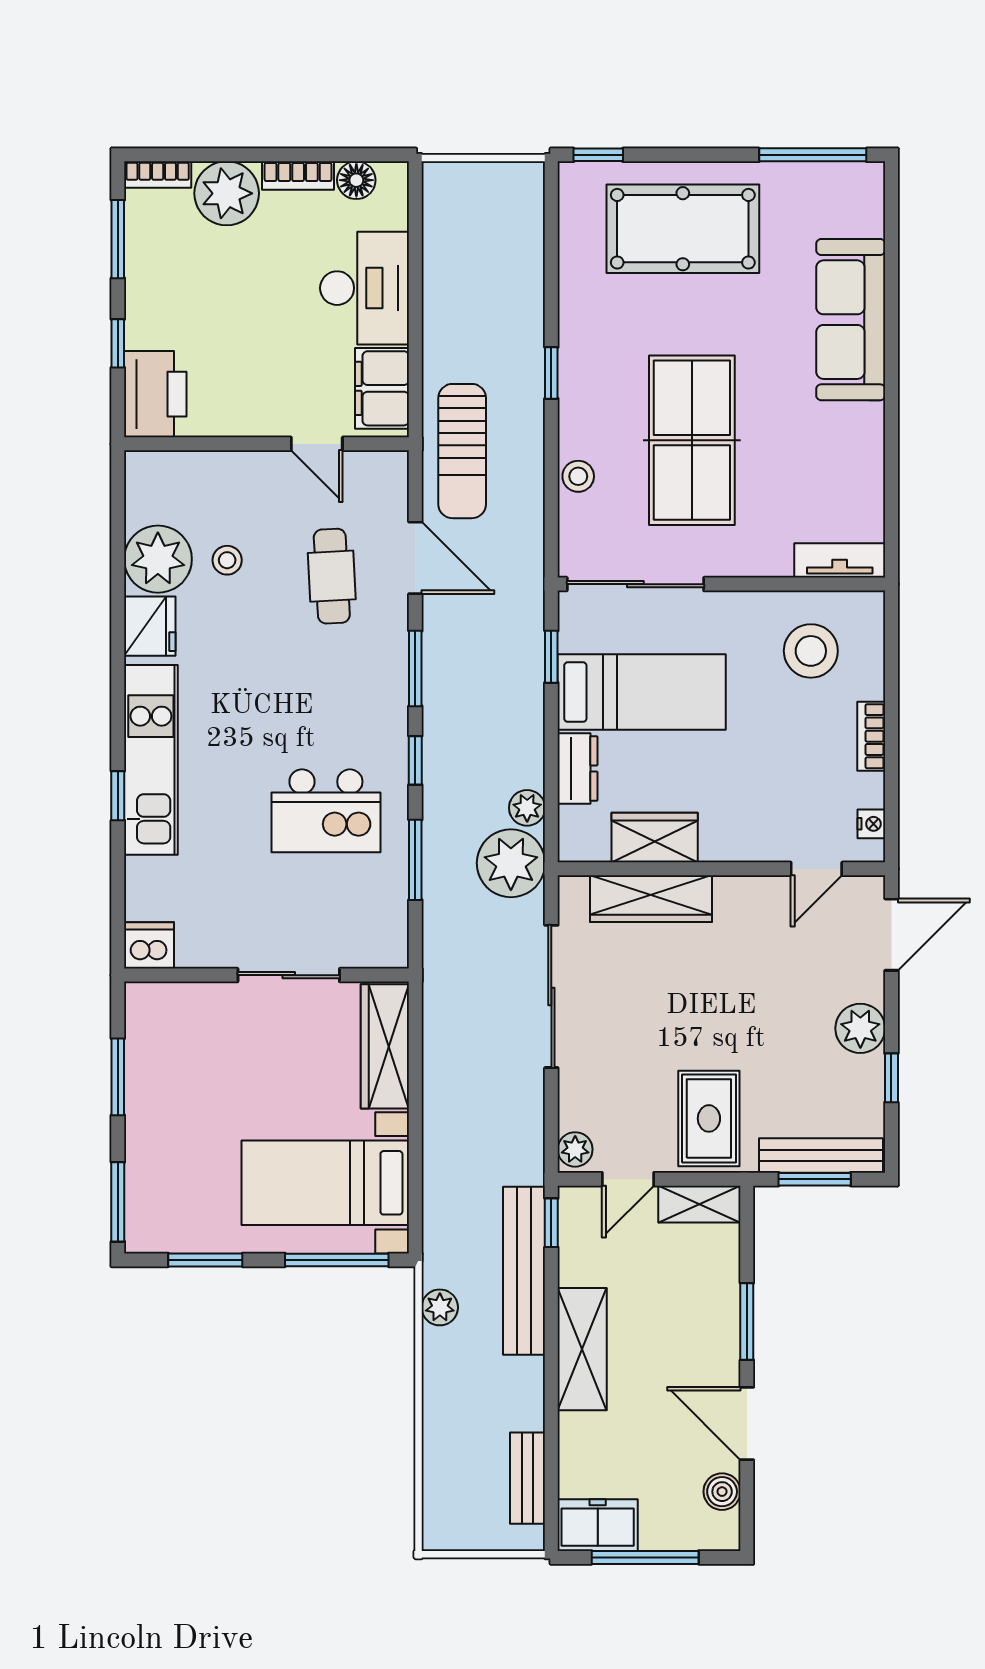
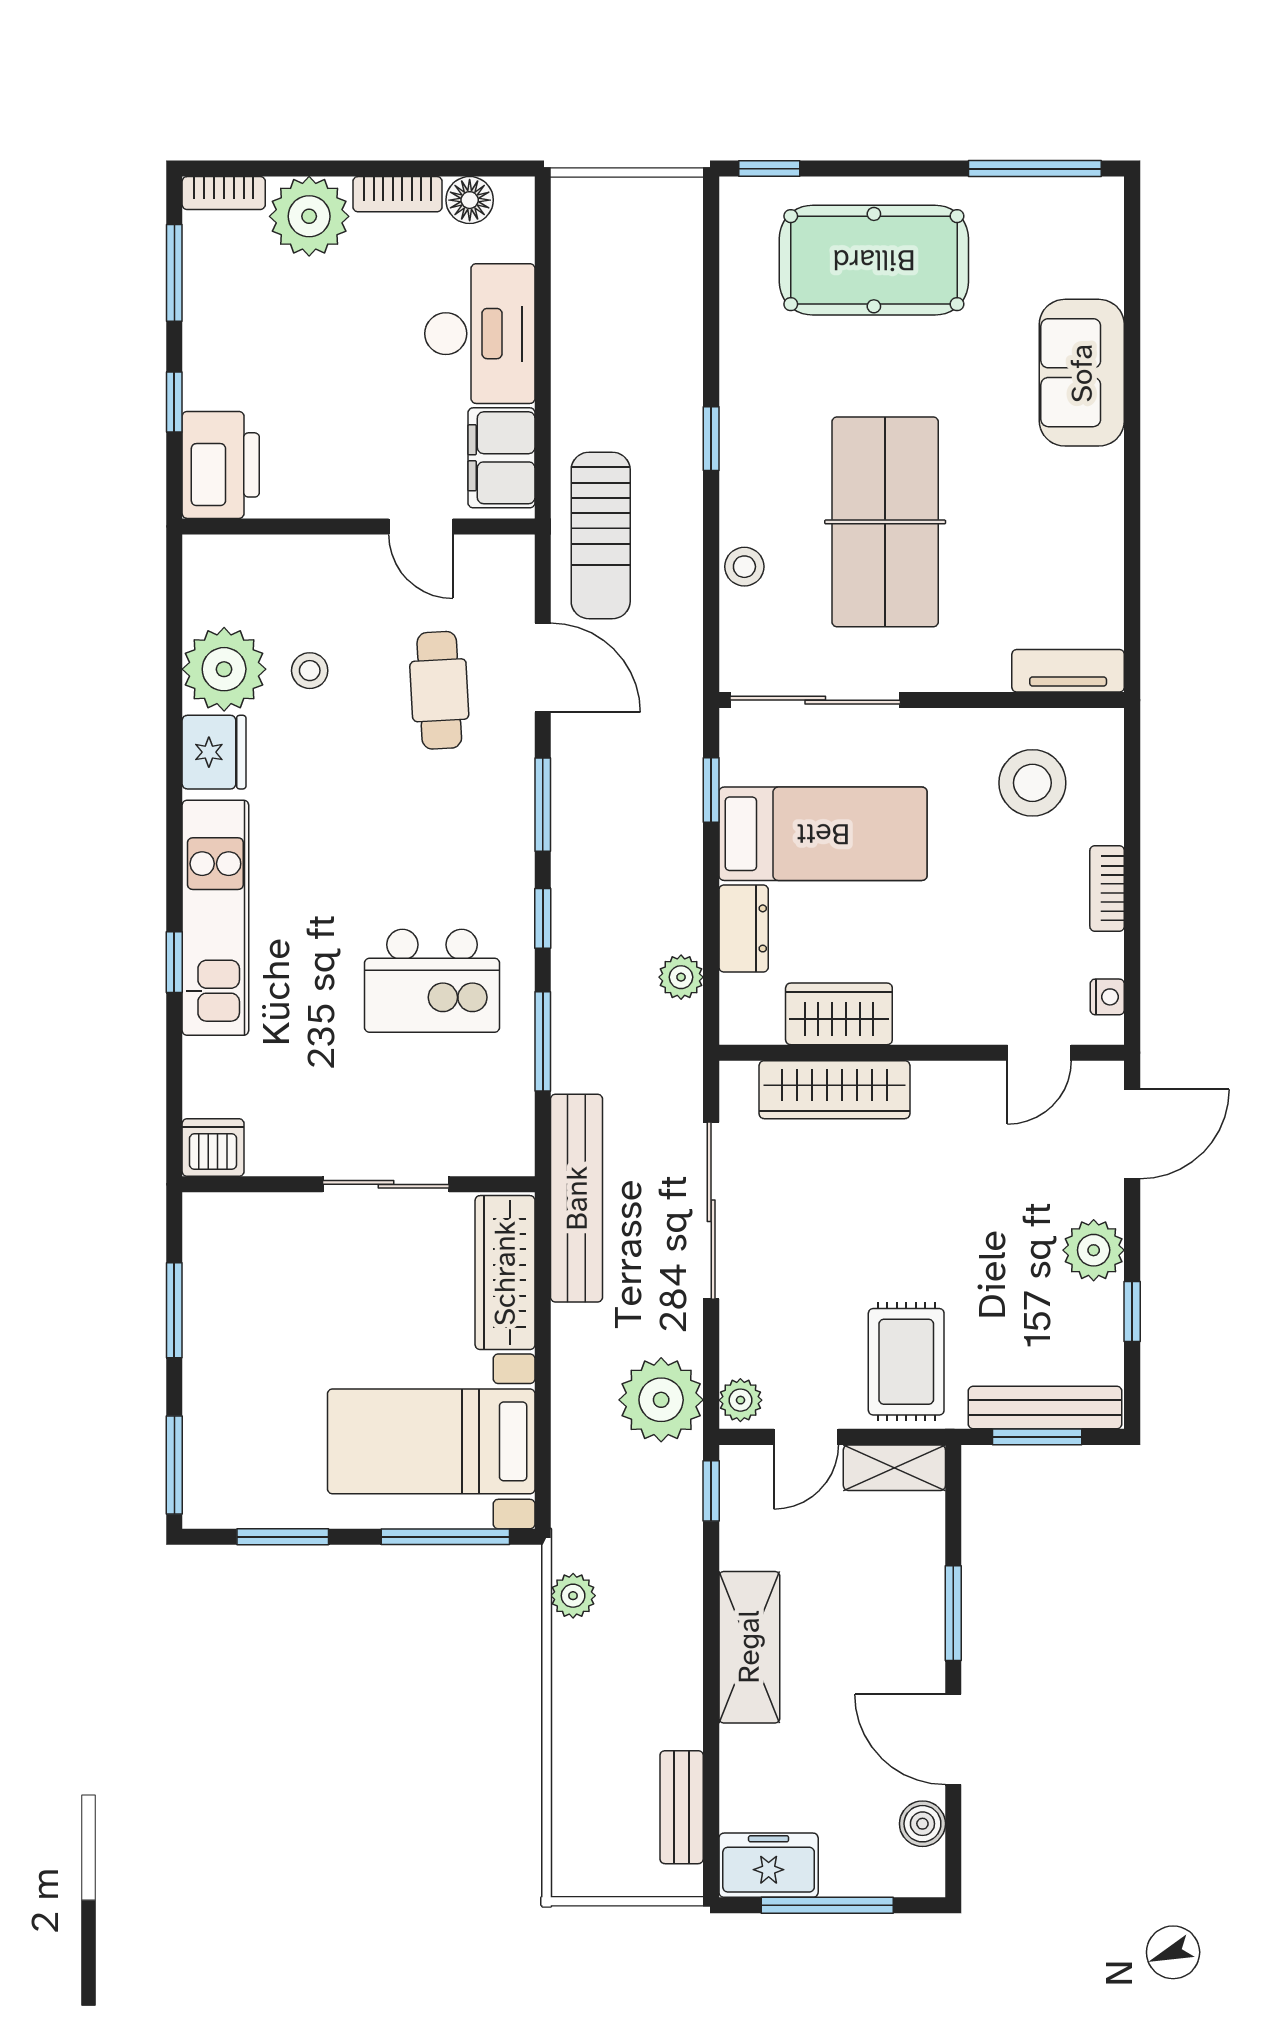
sofa: (851, 320) -> (1082, 373), width x0.73
plant: (511, 863) -> (661, 1400), moved
bench: (524, 1271) -> (577, 1198), moved

